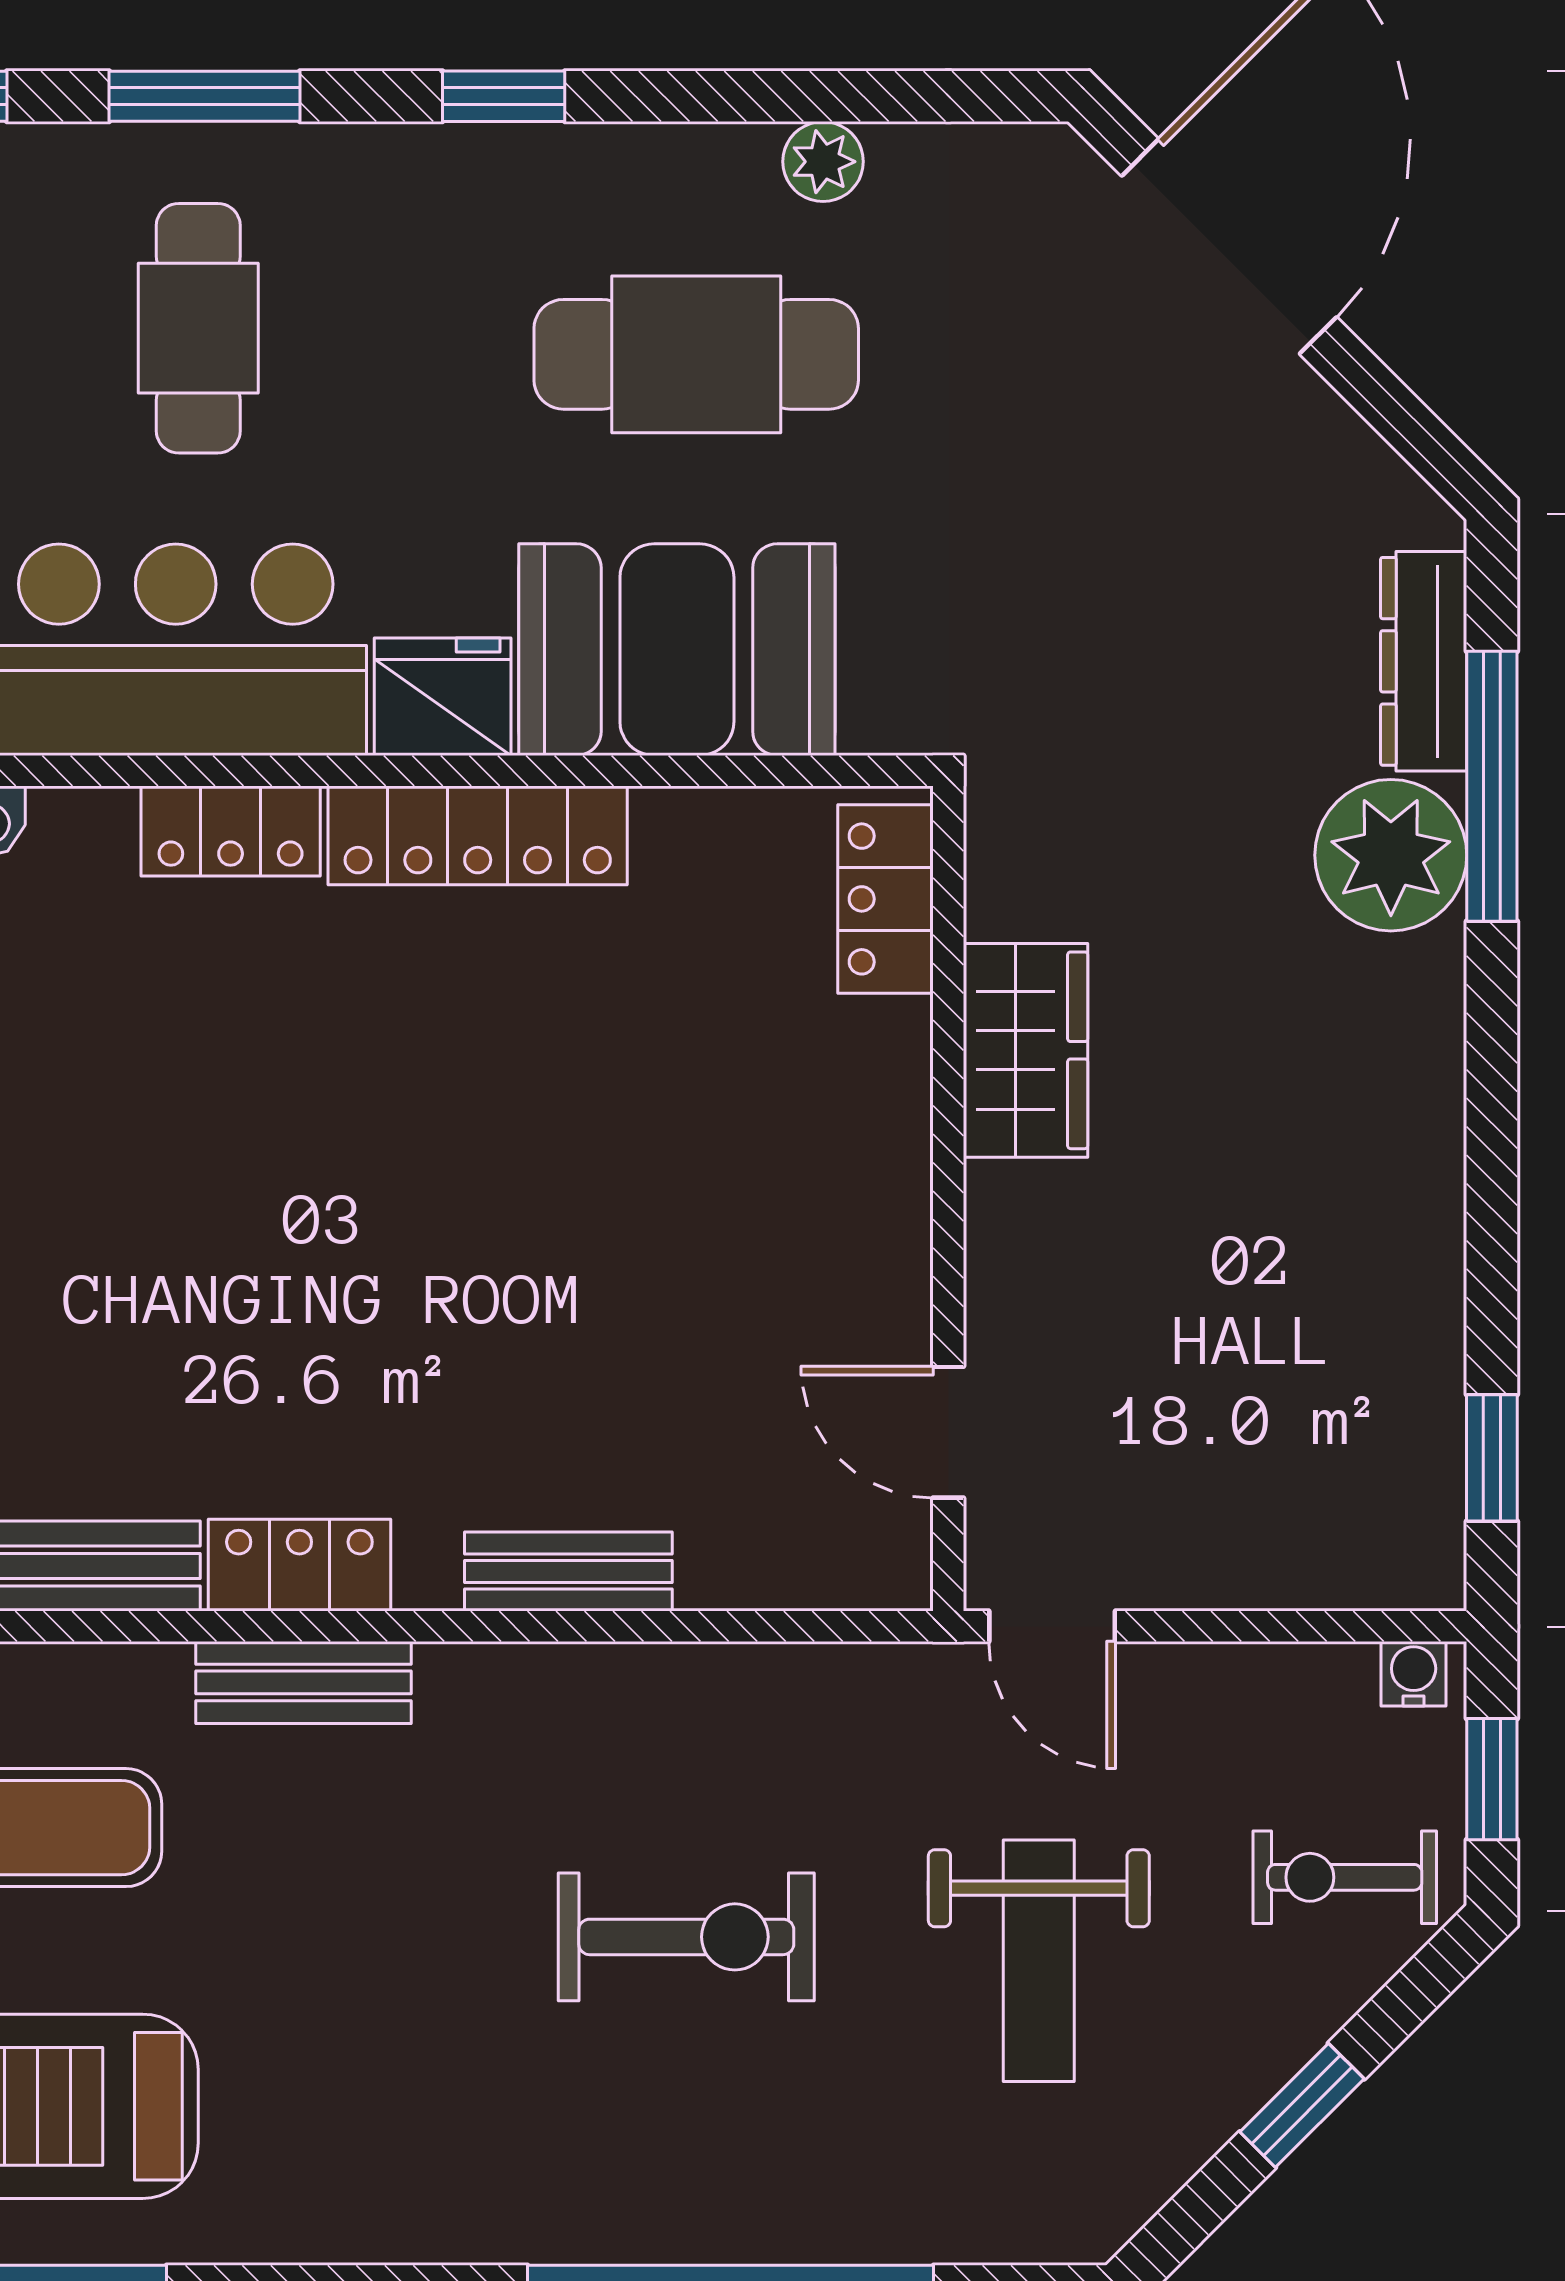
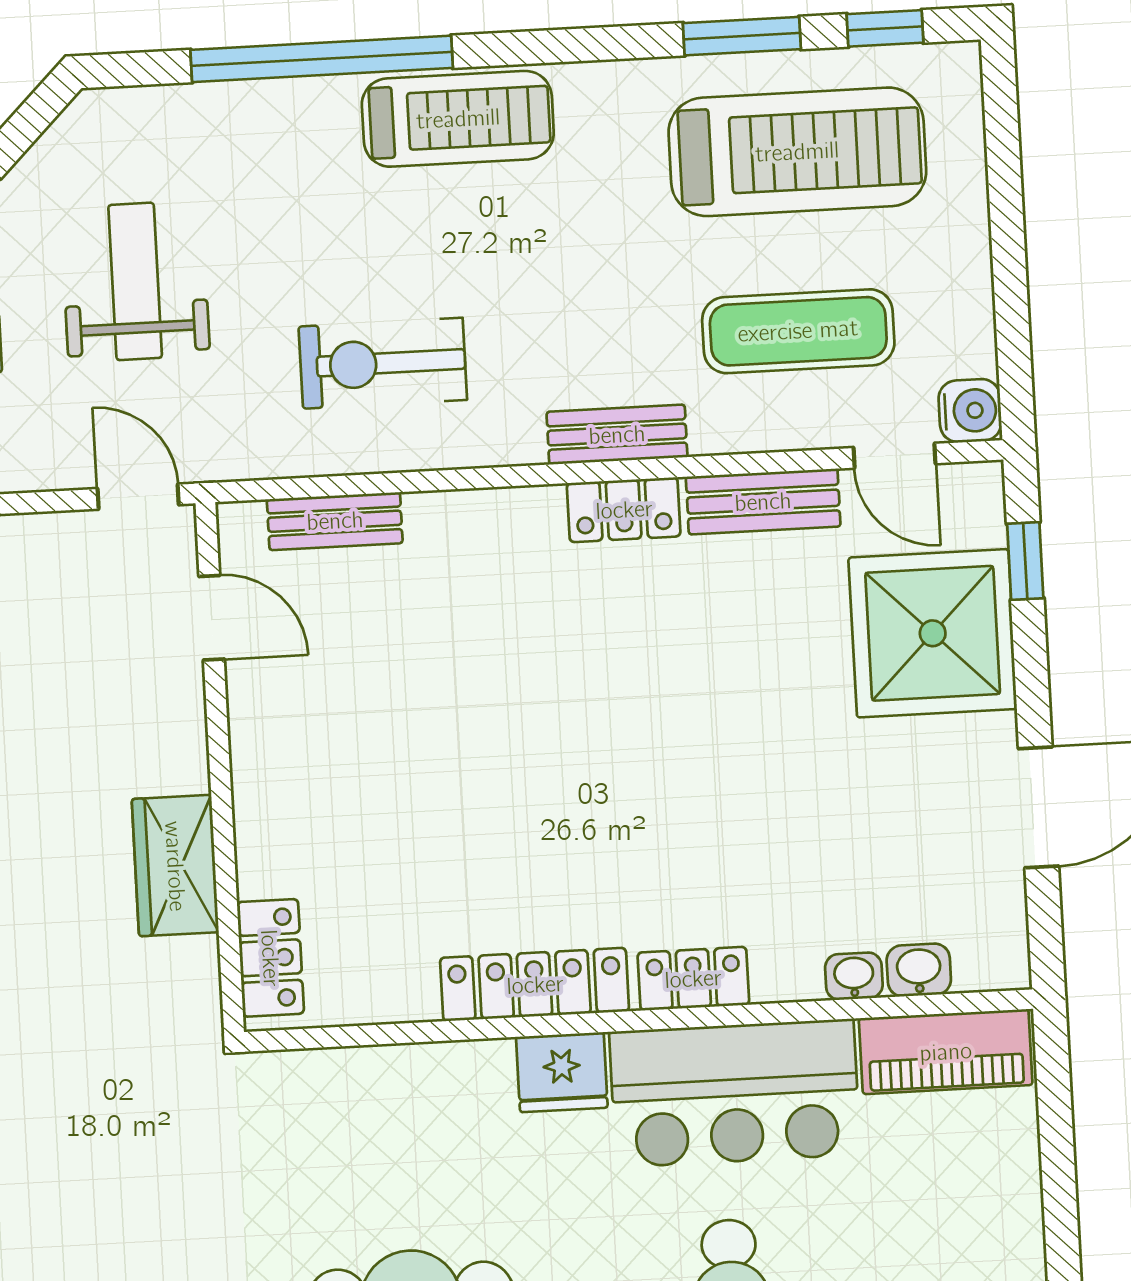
booth: (677, 650) -> (413, 1111), removed
bench: (568, 1572) -> (335, 521), moved
exercise bike: (686, 1937) -> (383, 363), moved
treadmill: (524, 2186) -> (458, 119), added

